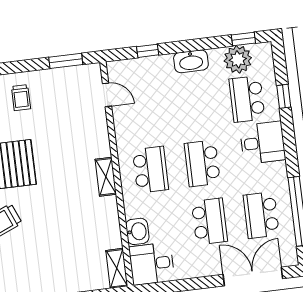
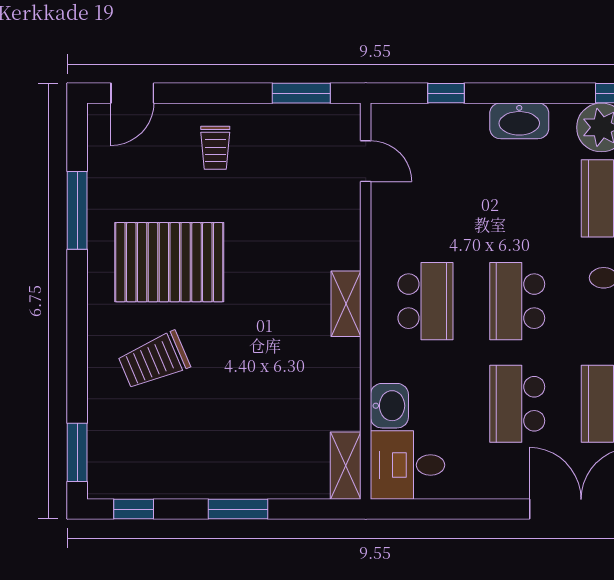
school desk: (209, 221) -> (517, 404), turned 180

